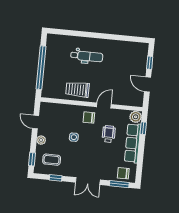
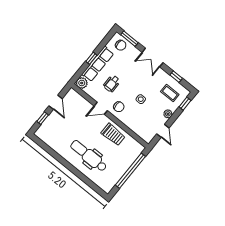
dental chair: (87, 56) -> (89, 156), width x1.36, depth x1.38
window: (143, 128) -> (91, 58), moved
double door: (88, 181) -> (153, 57), swing flipped

